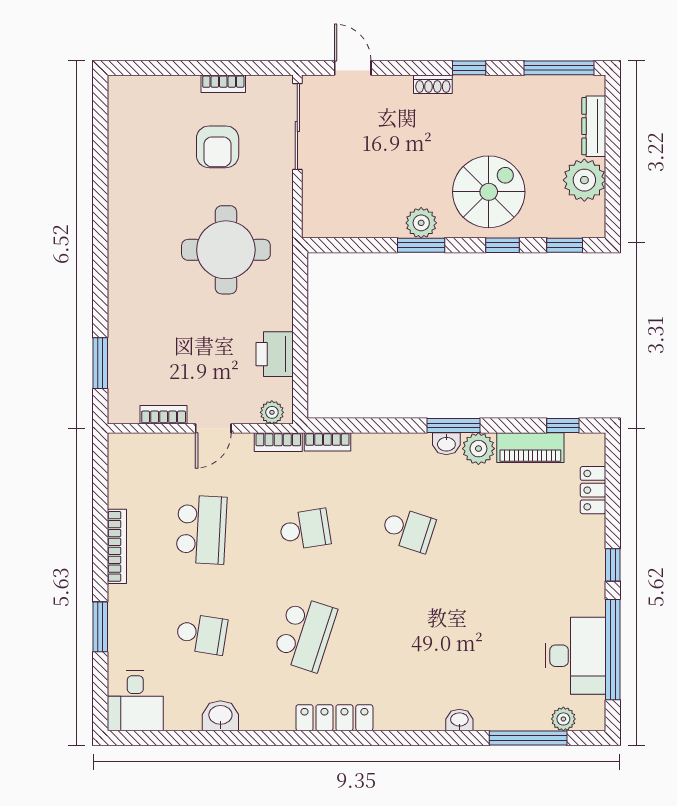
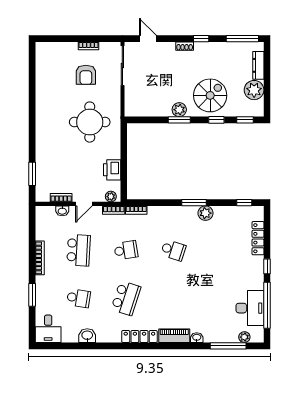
washbasin: (446, 444) -> (62, 211), moved
piano: (530, 448) -> (174, 336), moved, turned 180
locker: (593, 490) -> (258, 238), width x1.53

